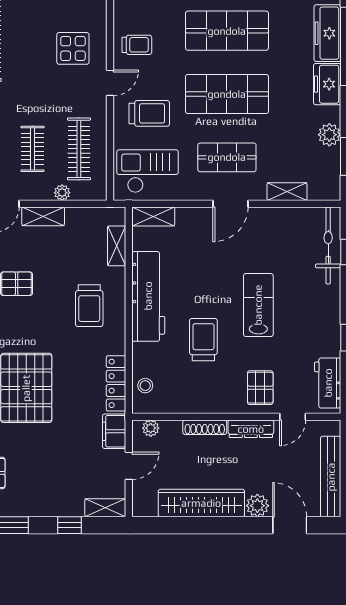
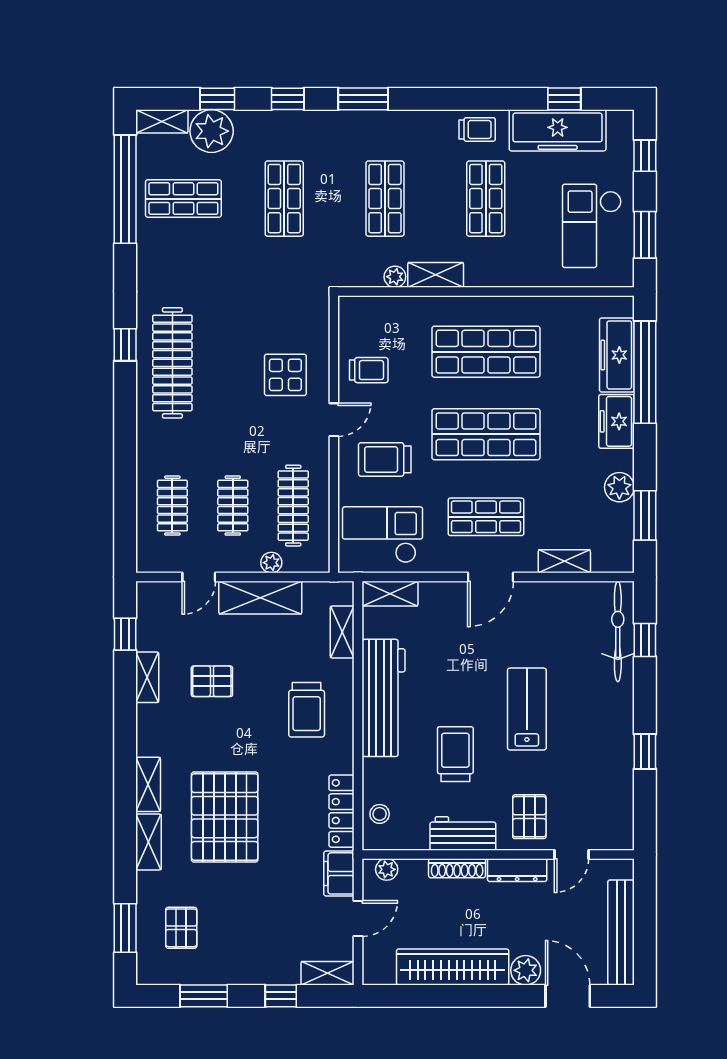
trolley: (149, 113) -> (385, 459), turned 180
shelving: (43, 216) -> (260, 598), width x1.50, depth x1.33
workbench: (328, 383) -> (463, 834), moved, turned 90

